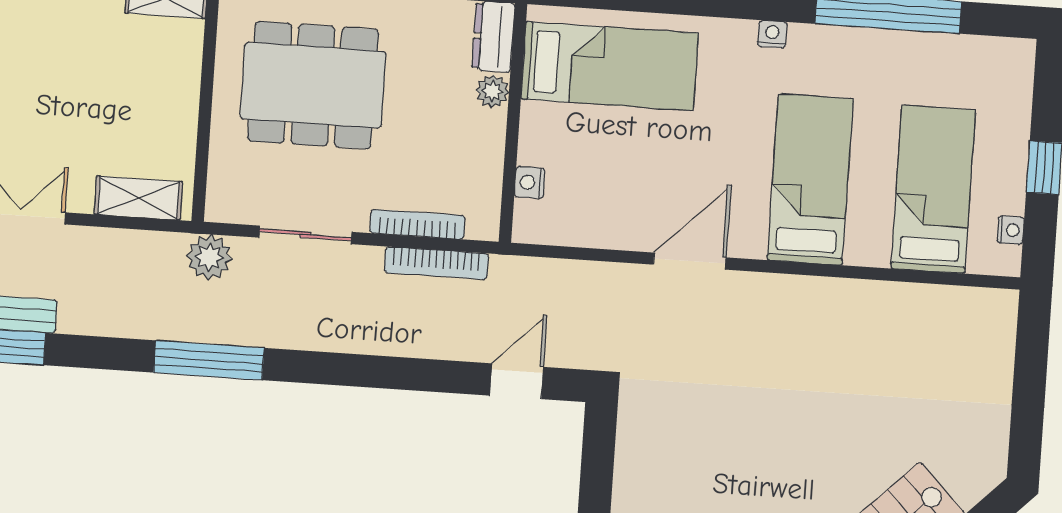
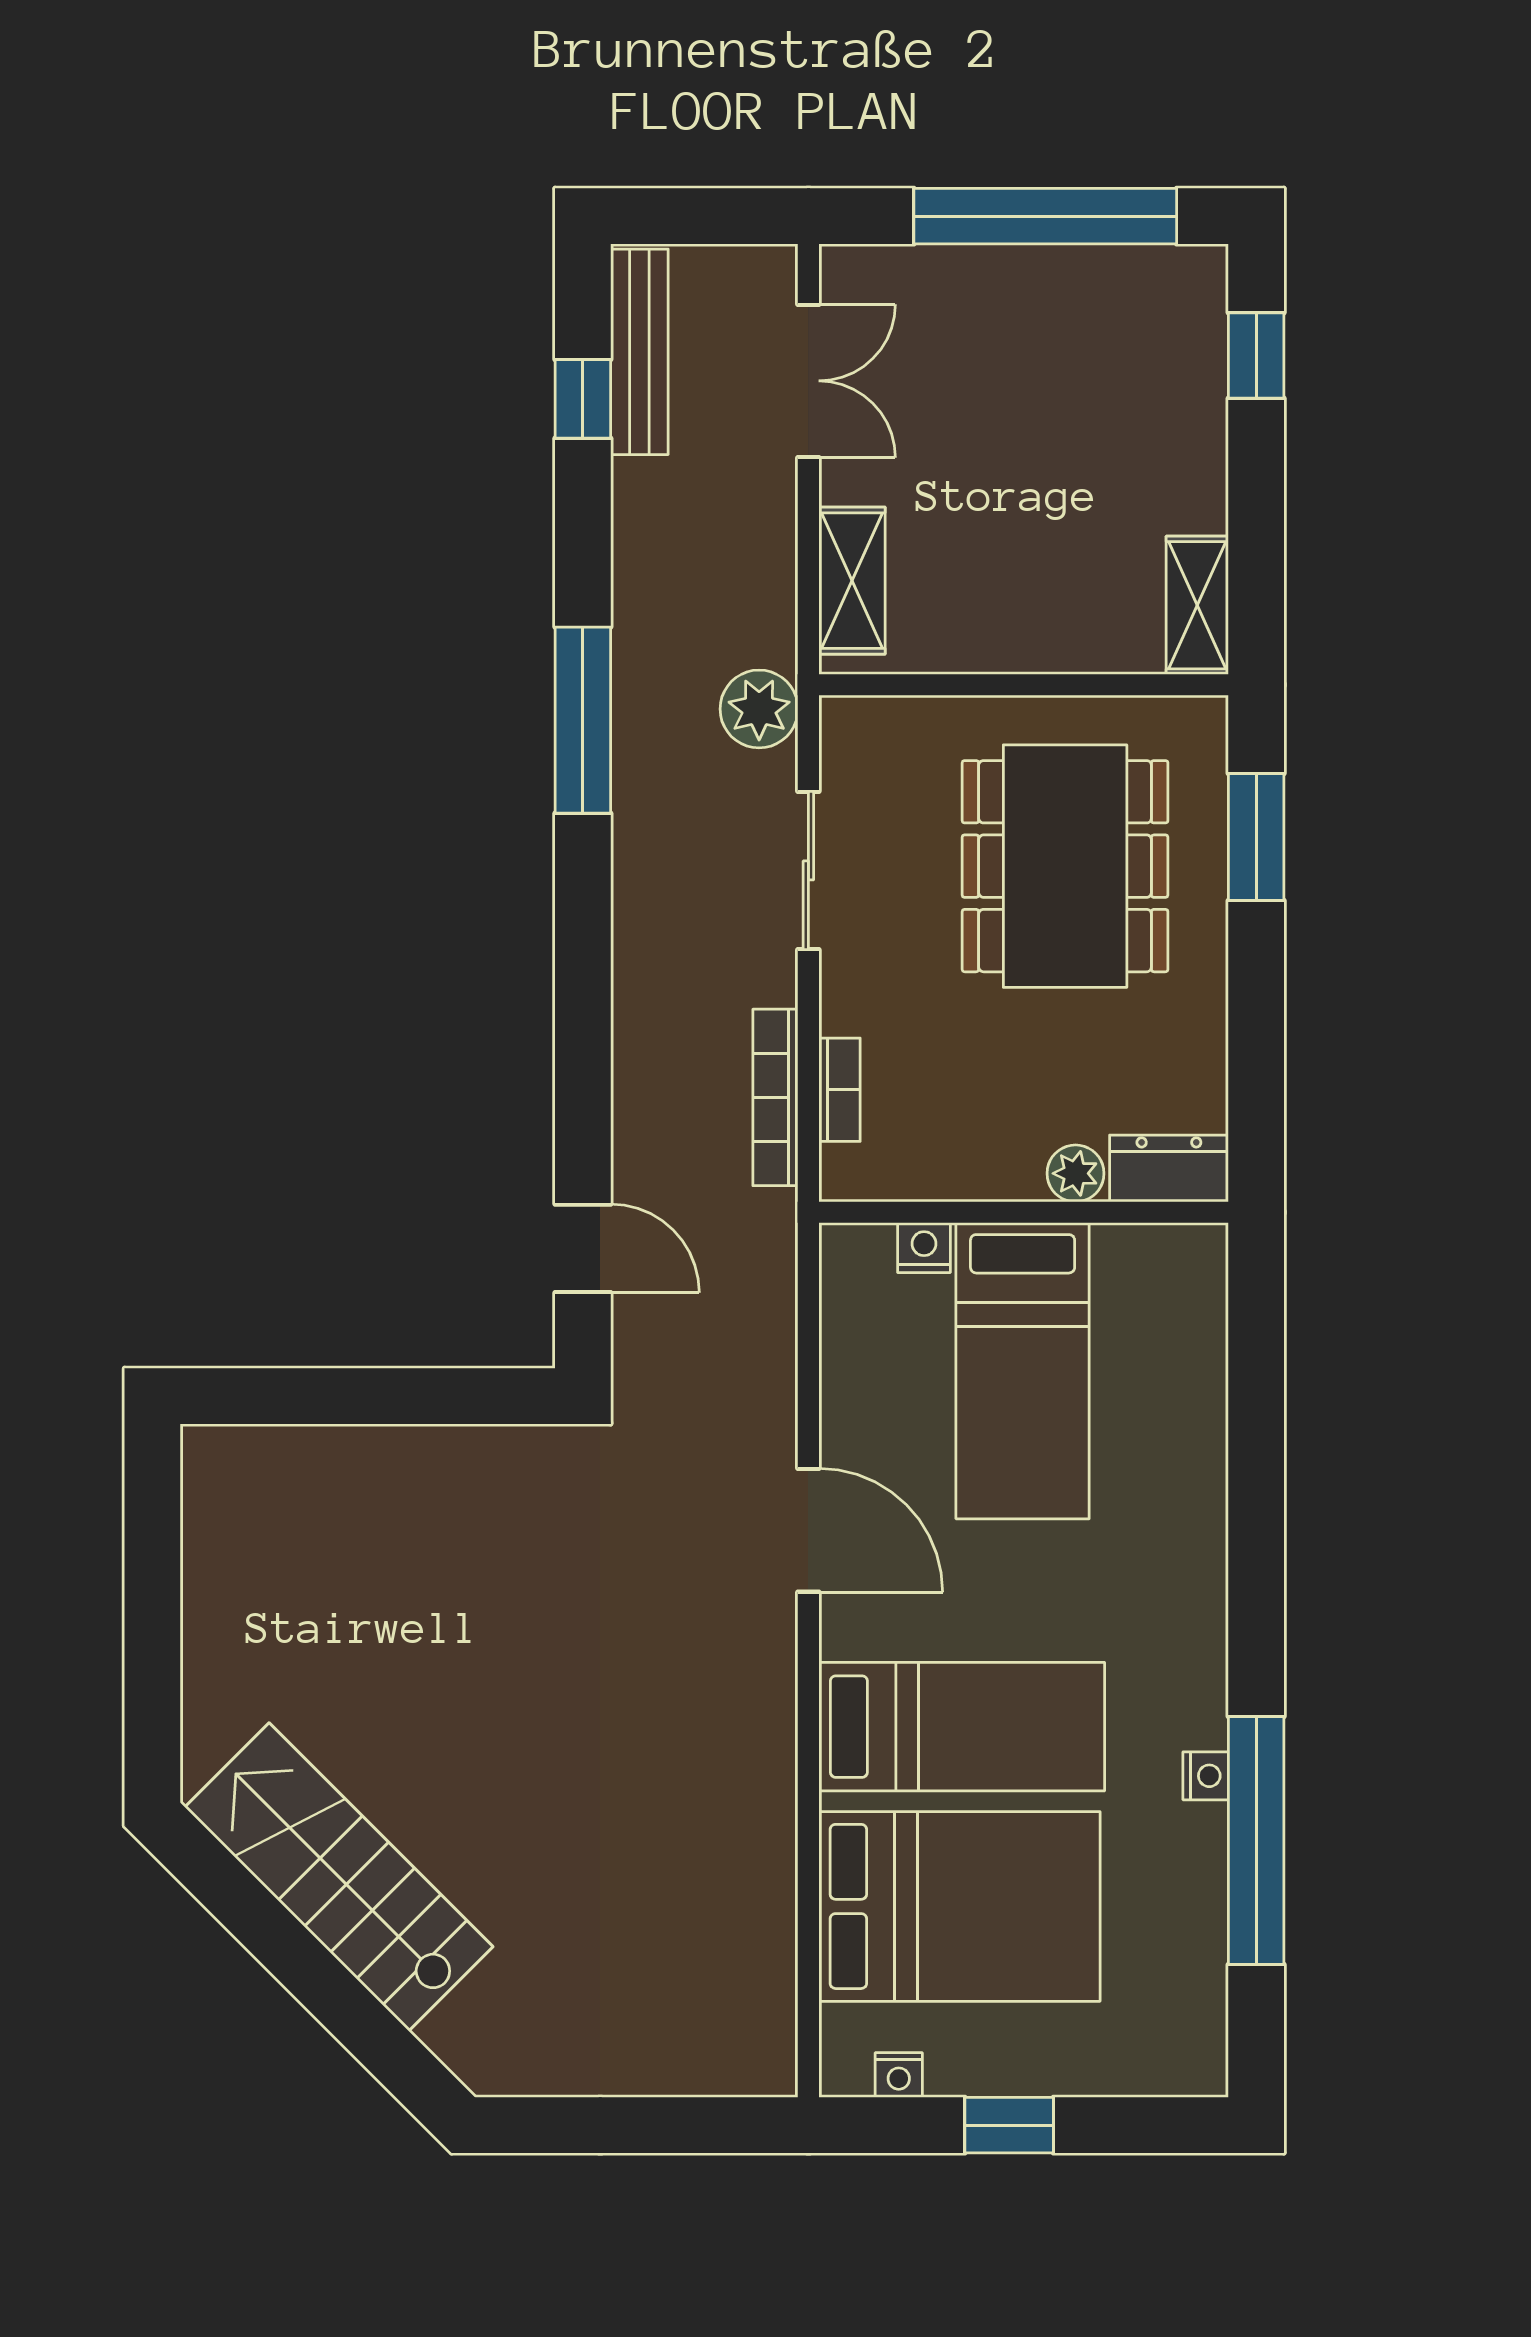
nightstand: (772, 34) -> (1206, 1776), moved
bed: (610, 66) -> (1023, 1371), moved
bed: (933, 189) -> (959, 1906), width x1.50
bookcase: (417, 224) -> (840, 1090), width x0.64

